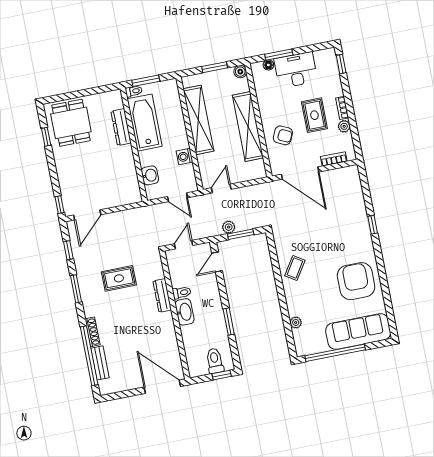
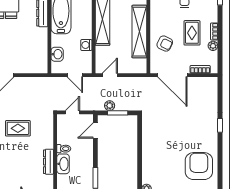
coffee table: (295, 268) -> (154, 147), removed
dresser: (162, 295) -> (48, 162), moved

